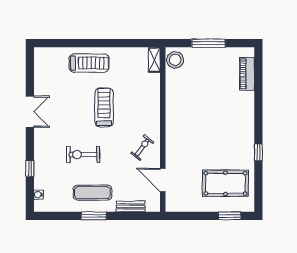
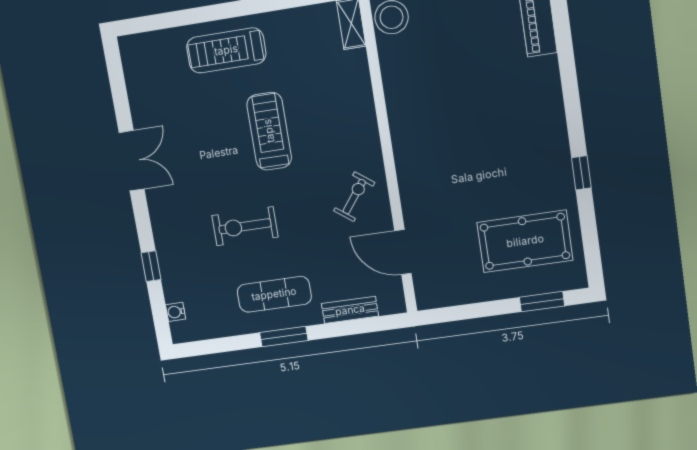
treadmill: (89, 63) -> (226, 50), turned 180

